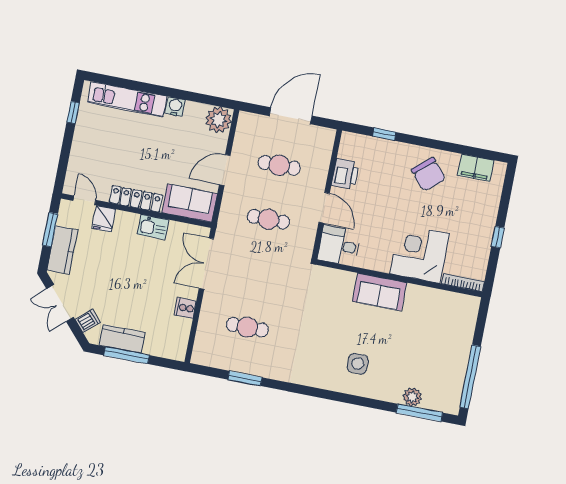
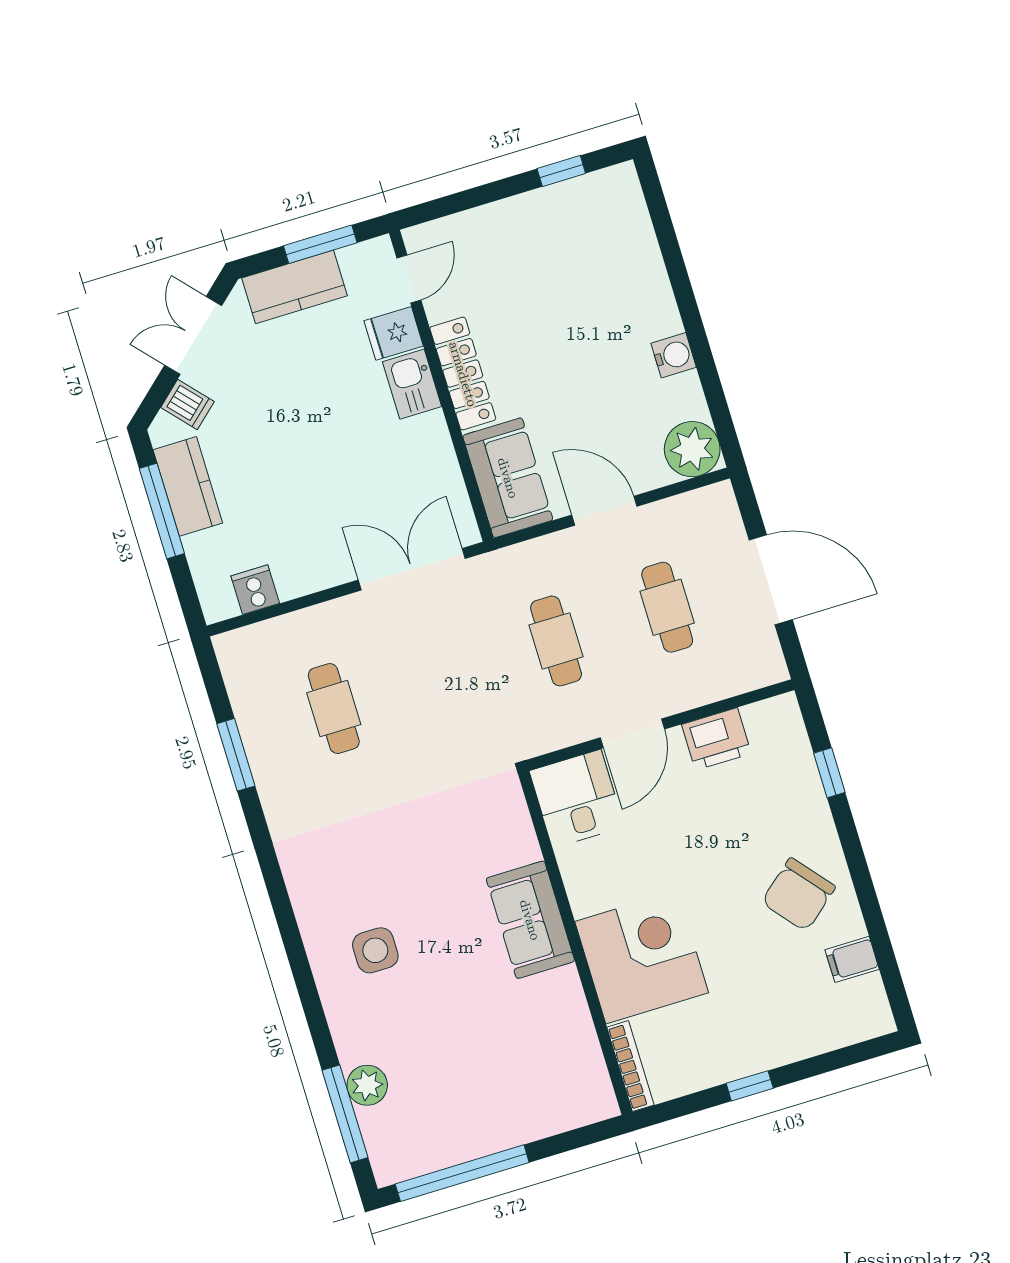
kitchen unit: (127, 99) -> (639, 259), removed
filing cabinet: (476, 168) -> (852, 959), width x0.50
kitchen sink: (153, 227) -> (412, 384), moved
cooker: (185, 308) -> (255, 590), moved

